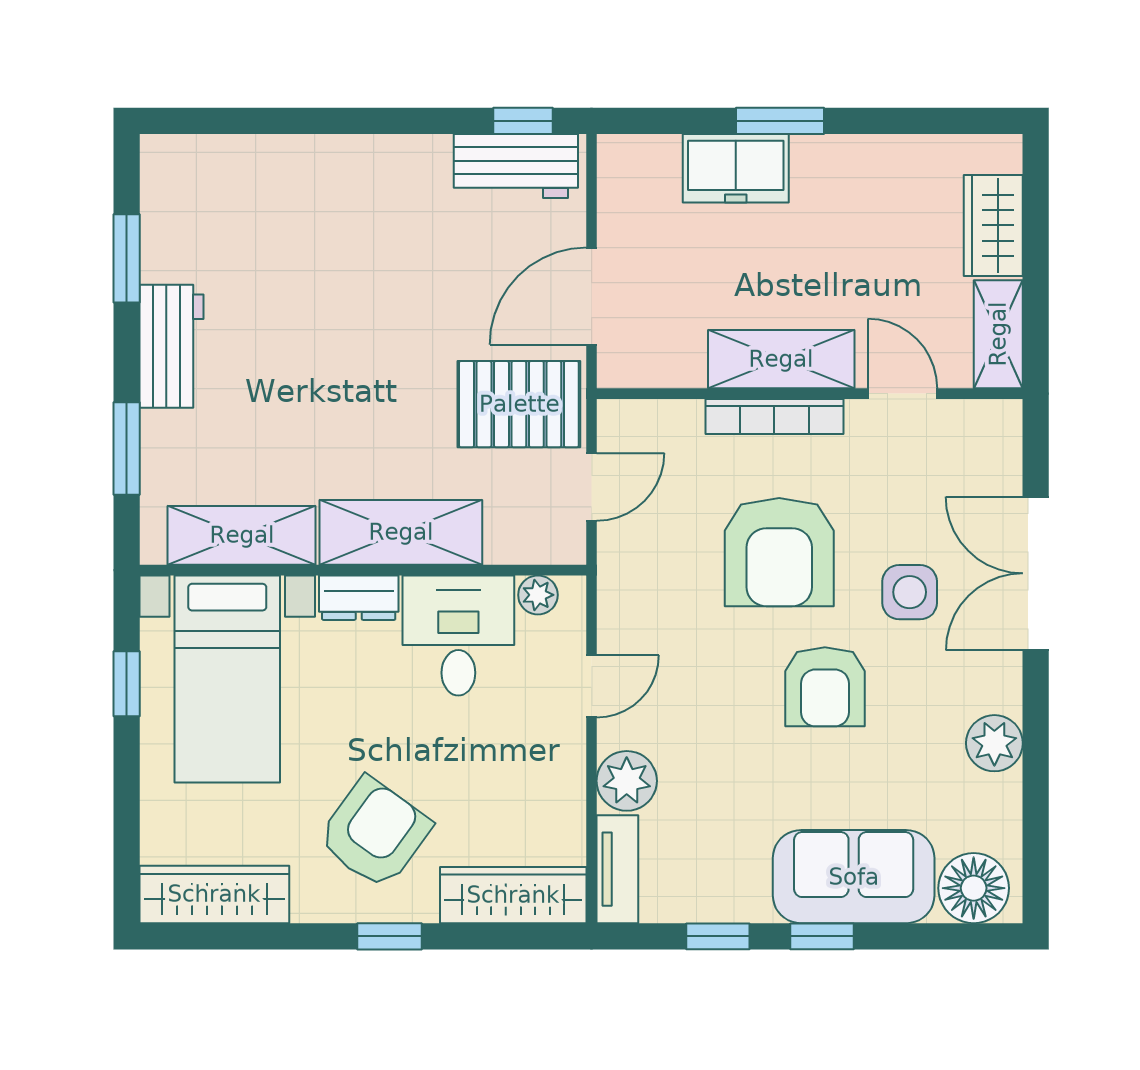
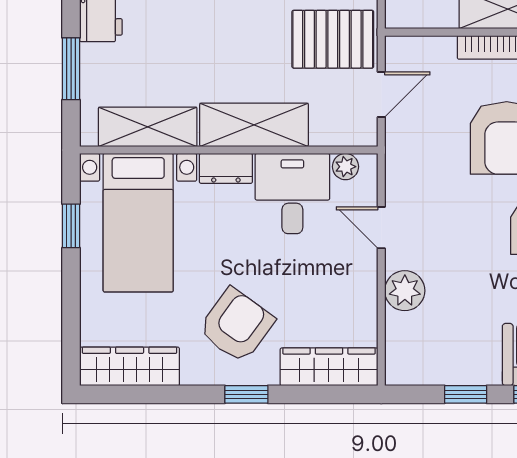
door: (592, 686) -> (381, 228), swing flipped
tv unit: (617, 869) -> (399, 350), removed

